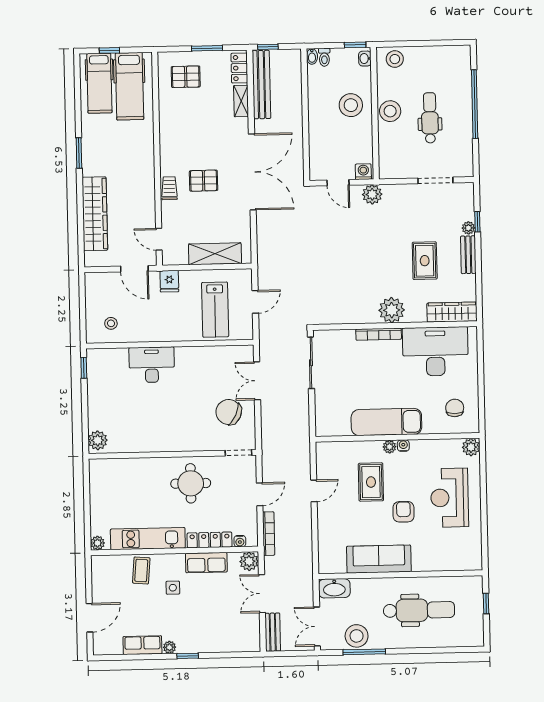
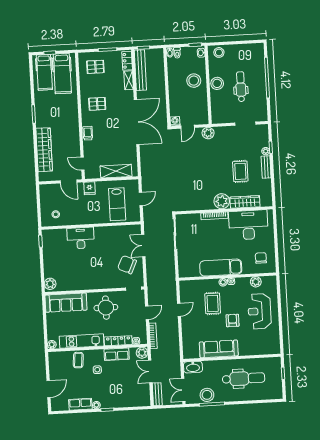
washing machine: (363, 172) -> (175, 121), moved
pallet: (204, 181) -> (97, 104), moved
door: (338, 183) -> (188, 127), hinge flipped
wardrobe: (452, 312) -> (245, 202), moved
plant: (471, 447) -> (256, 282), moved
sofa: (124, 473) -> (66, 303), added

